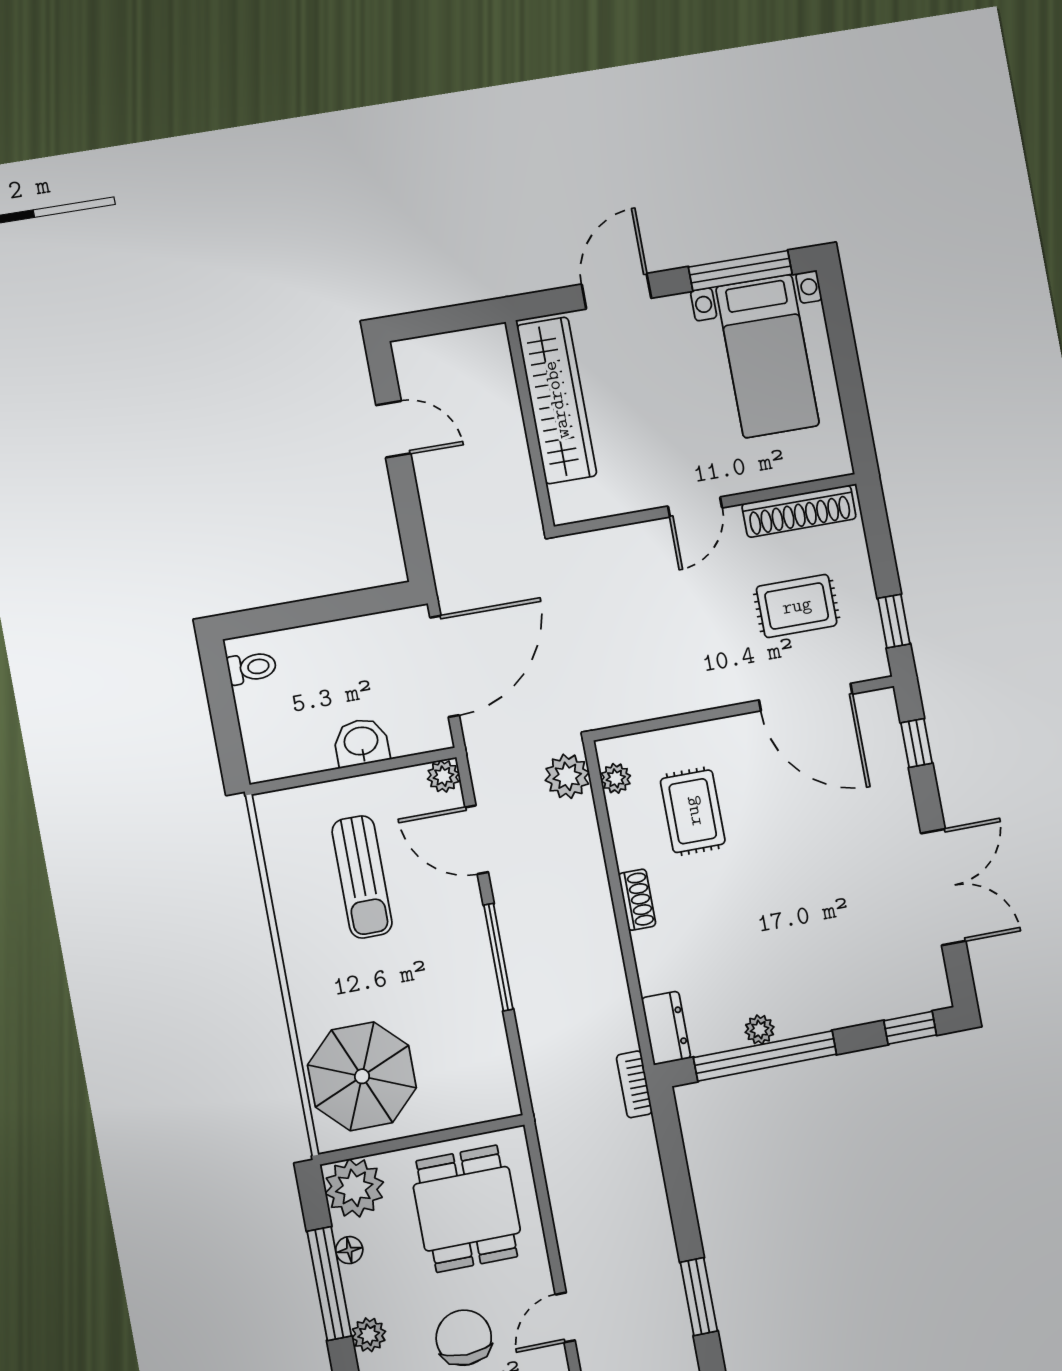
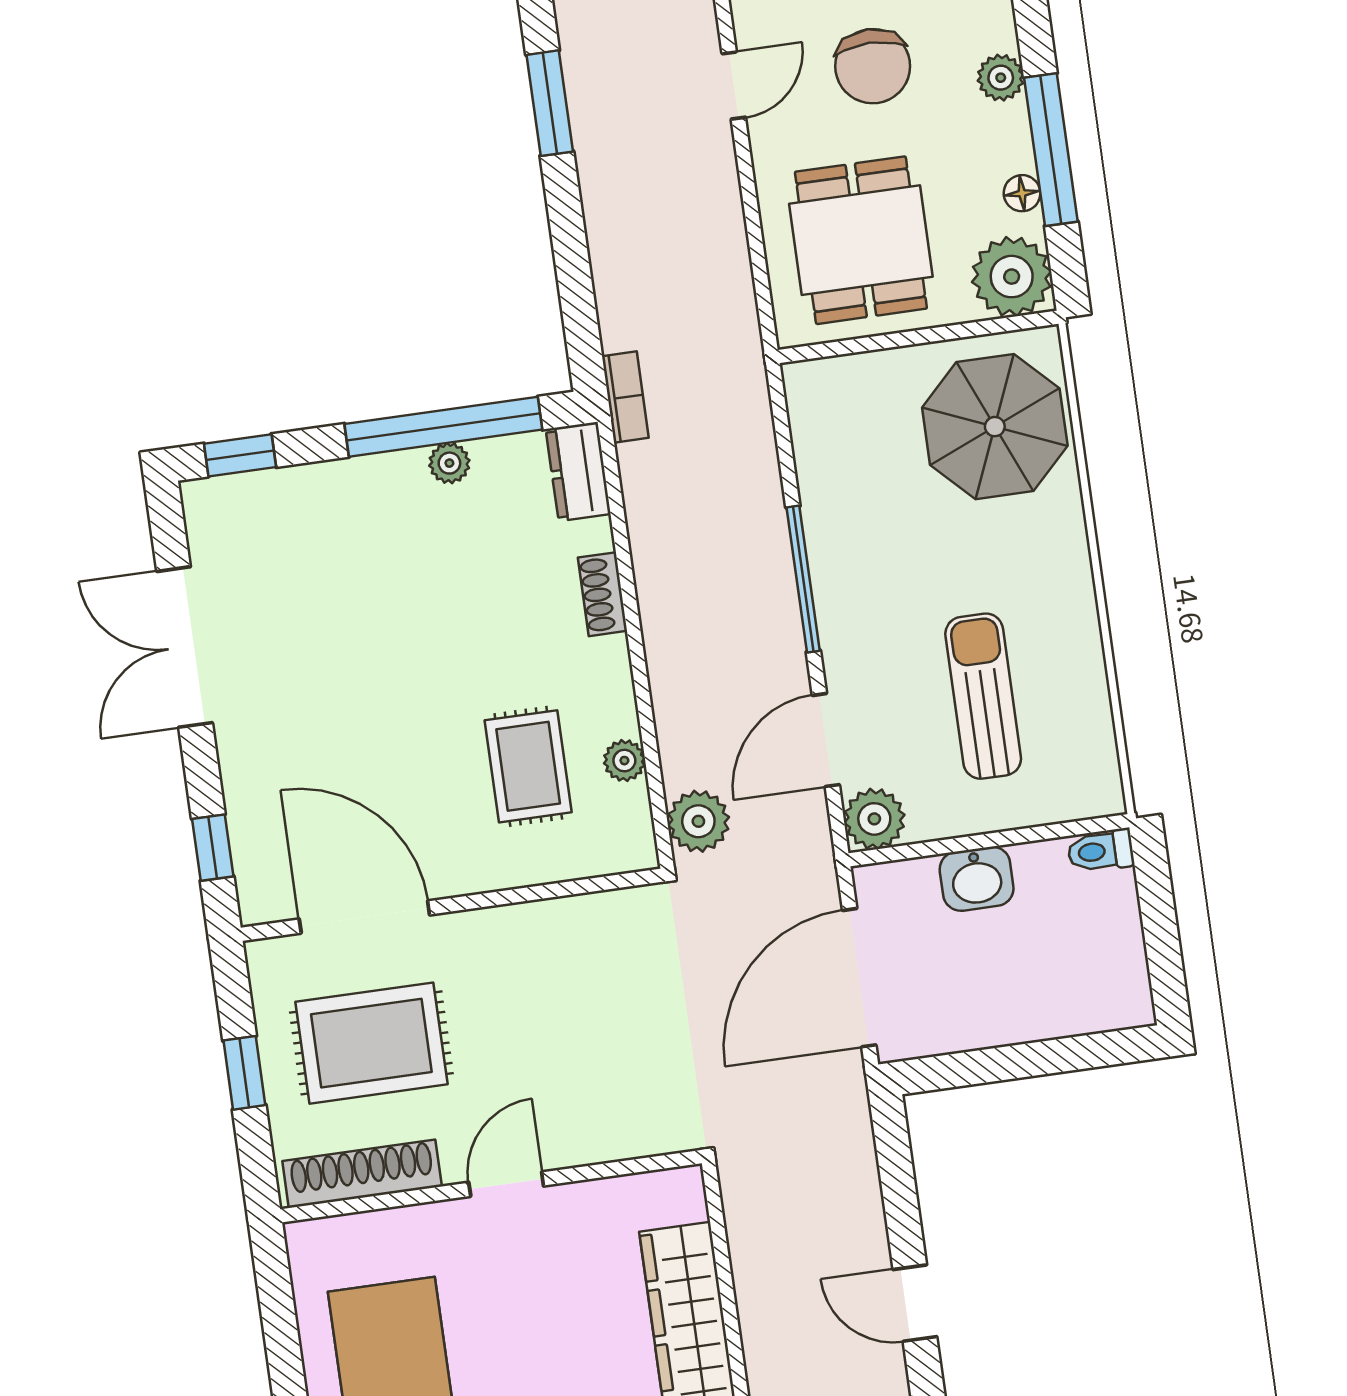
rug: (797, 606) -> (371, 1043), width x1.36, depth x1.43
window: (894, 621) -> (244, 1073), moved
toilet: (252, 668) -> (1101, 851), moved
plant: (443, 776) -> (874, 819), width x1.38, depth x1.38
plant: (616, 778) -> (624, 761), moved
door: (477, 840) -> (826, 740), swing flipped
shoe rack: (637, 900) -> (602, 594), moved

